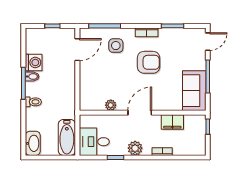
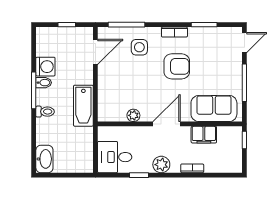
sofa: (194, 91) -> (214, 108), moved, turned 90
bathtub: (67, 137) -> (83, 106), moved

